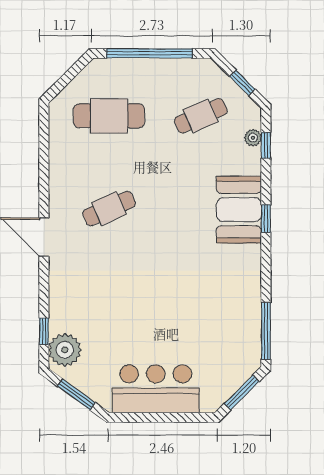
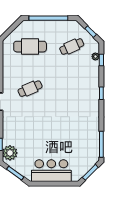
booth: (239, 210) -> (89, 89), removed

